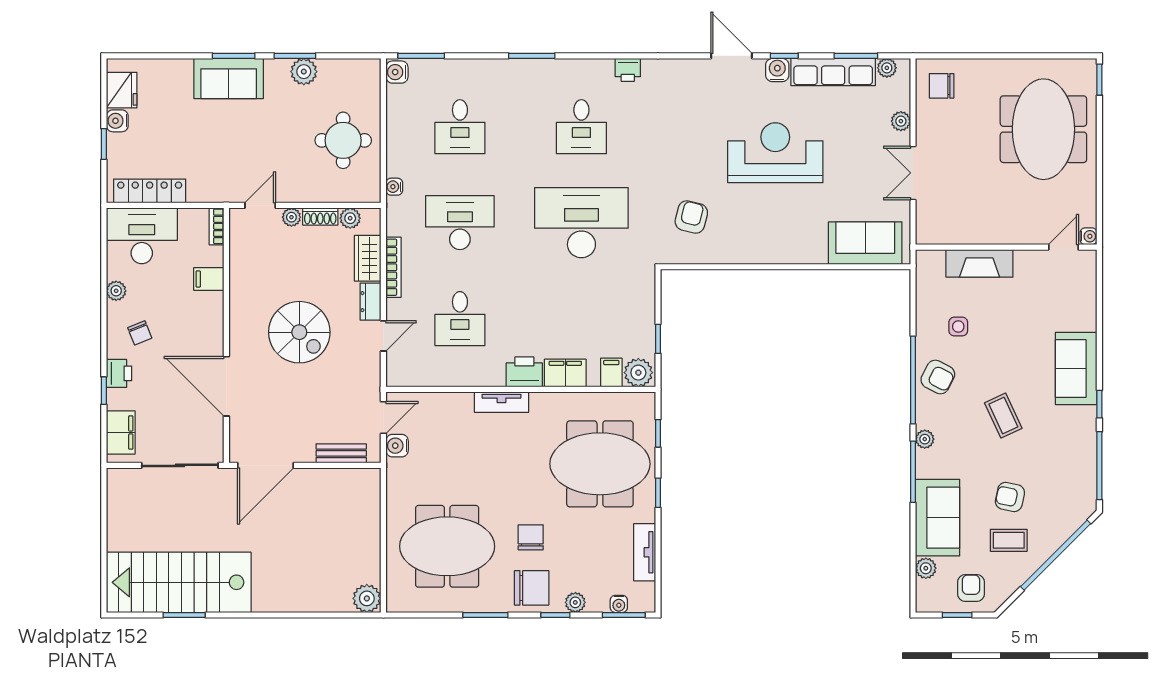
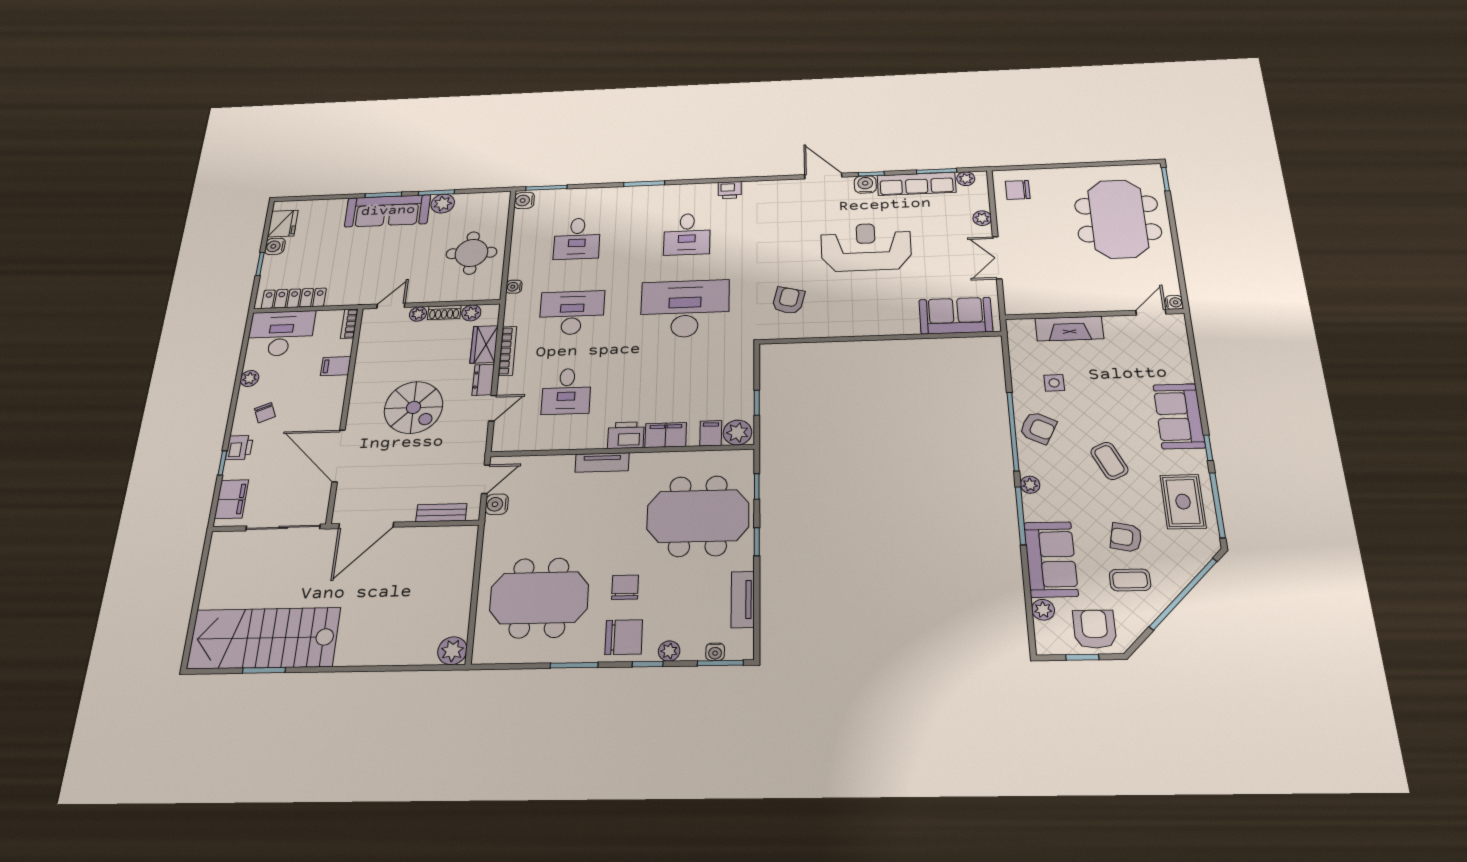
sofa: (229, 78) -> (388, 211), width x1.36
rug: (1068, 461) -> (1183, 502), added
armchair: (971, 588) -> (1095, 629), width x1.38, depth x1.38

